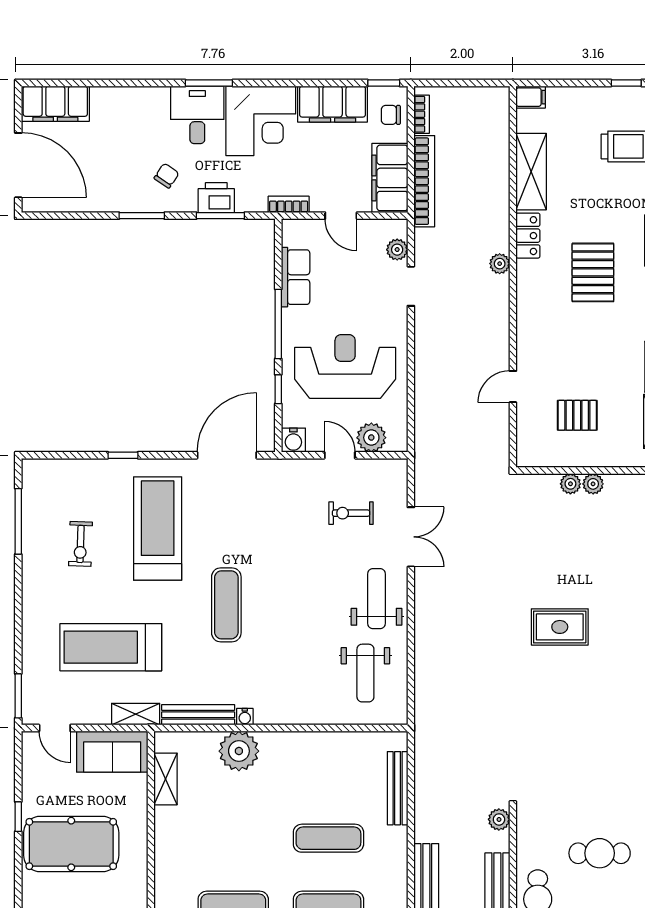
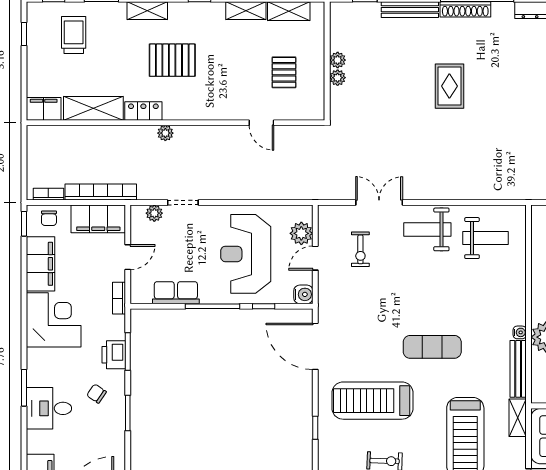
window: (209, 83) -> (24, 388), moved
filing cabinet: (531, 97) -> (44, 109), width x2.00
desk: (197, 115) -> (49, 408), moved

